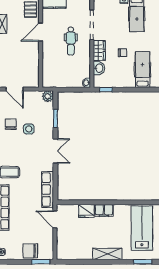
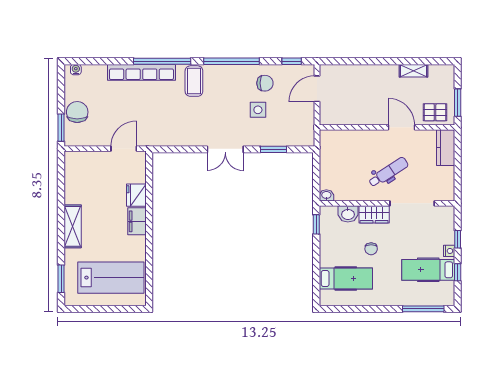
dental chair: (71, 41) -> (388, 172), turned 147
plant: (48, 96) -> (306, 138), removed
row of seats: (48, 190) -> (168, 138), removed

